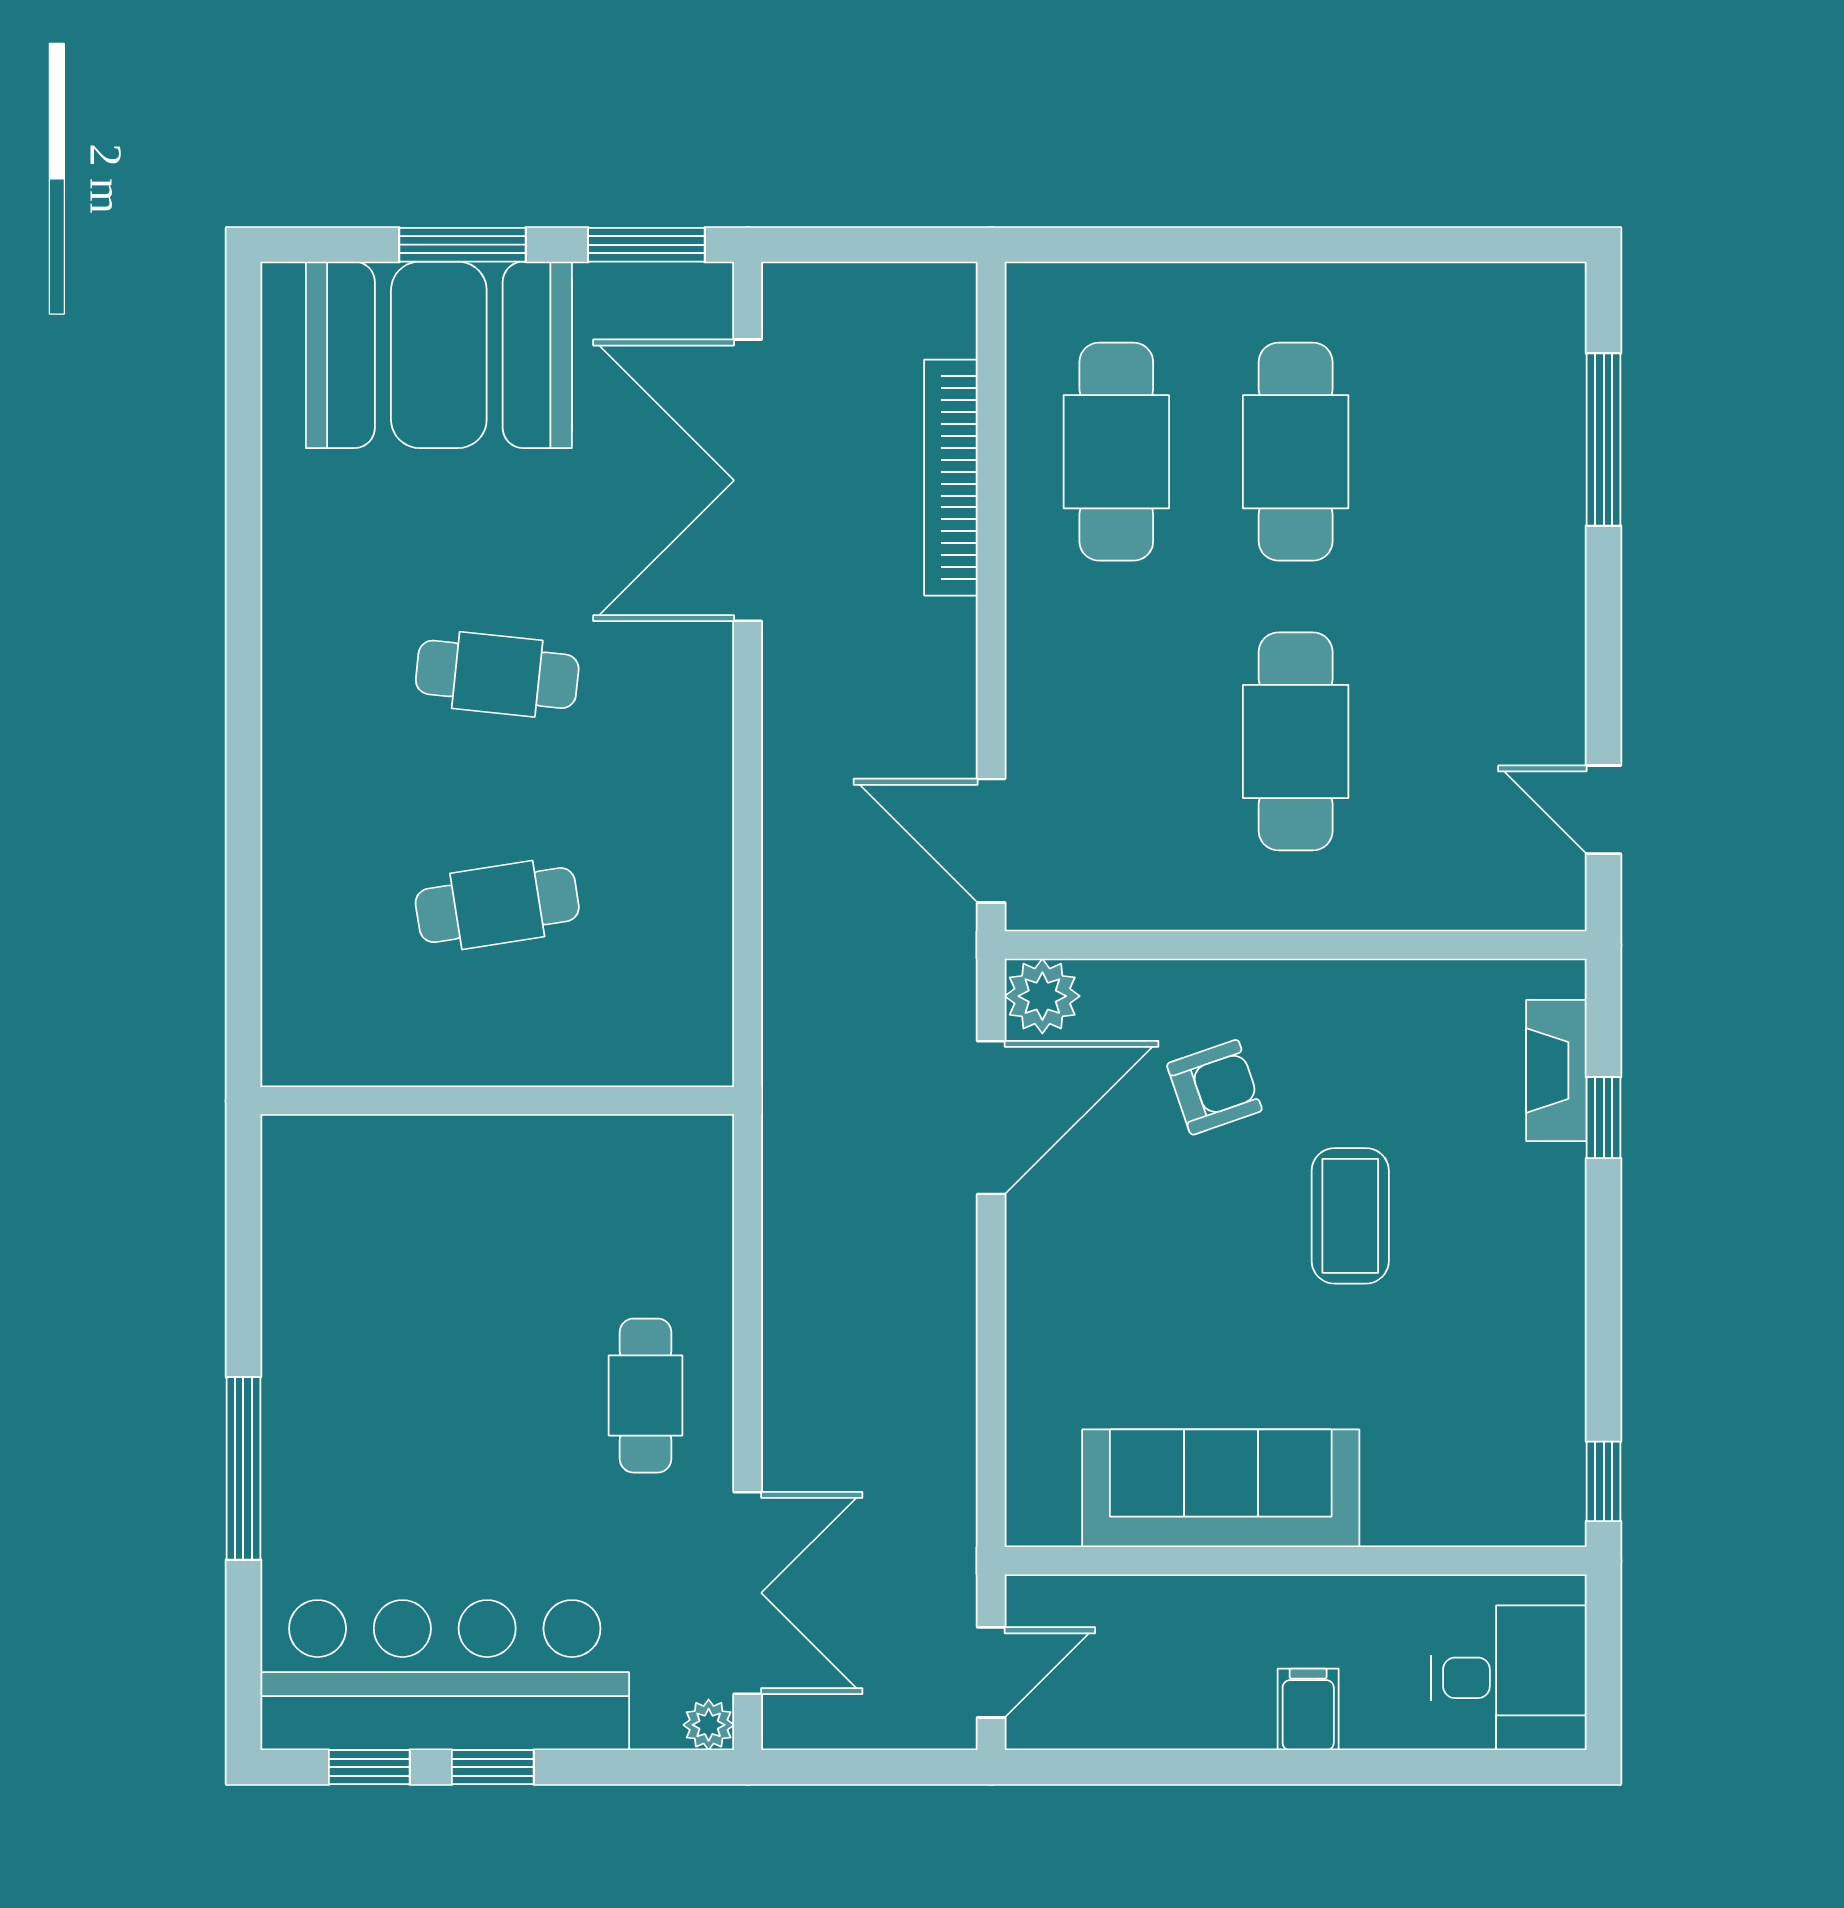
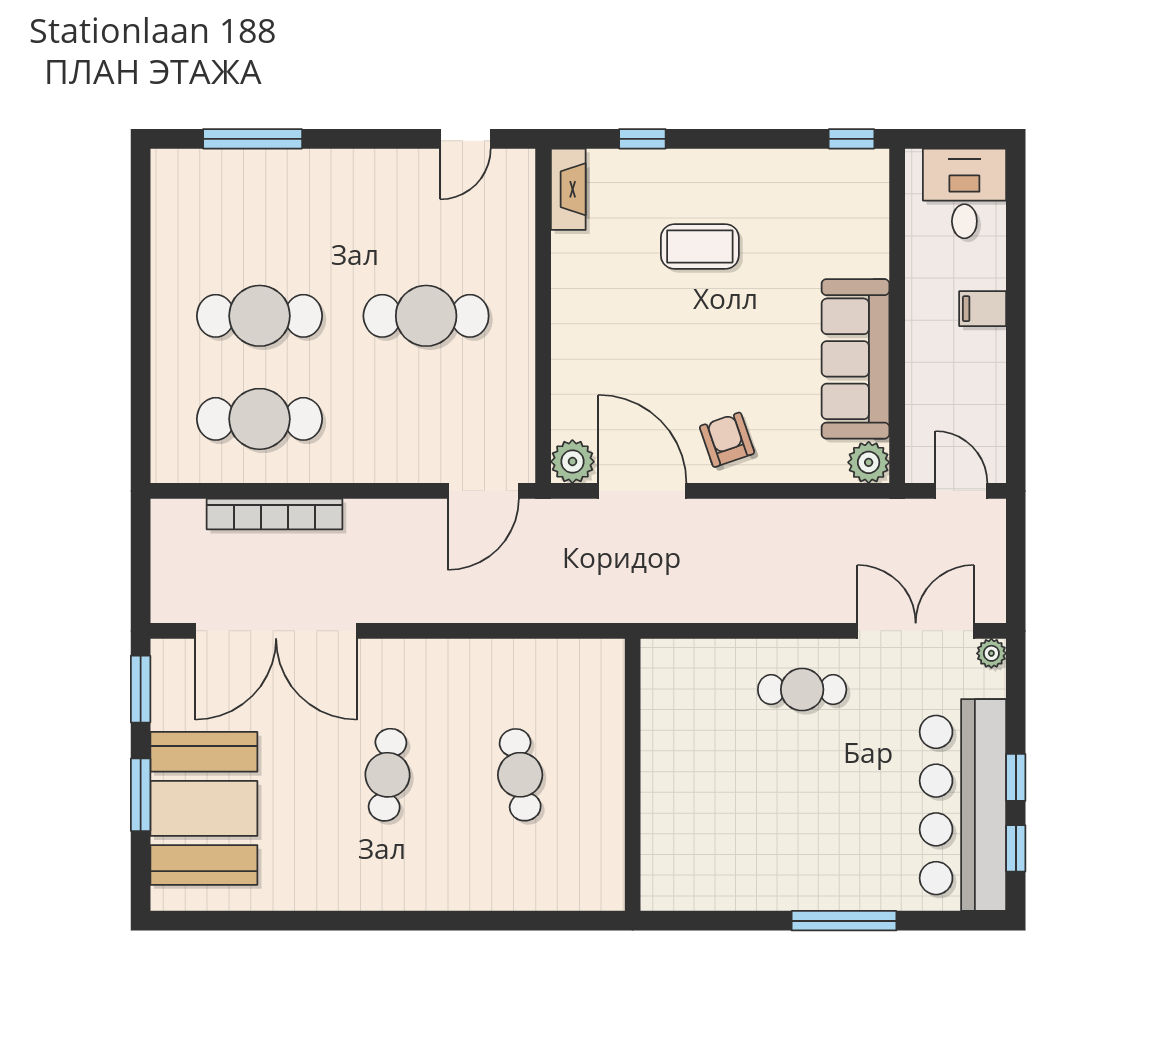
fireplace: (1556, 1070) -> (568, 189), moved, turned -90
armchair: (1214, 1087) -> (727, 440), moved
coffee table: (1350, 1216) -> (700, 246), moved
plant: (1041, 1511) -> (869, 462), added

